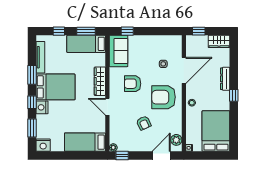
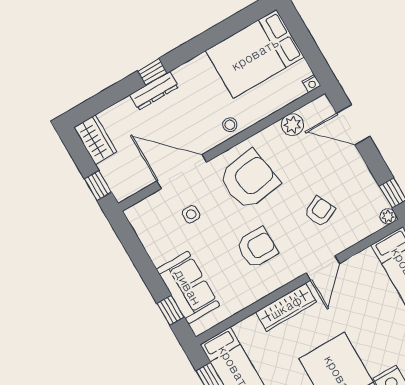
sofa: (119, 51) -> (188, 287), moved, turned 90
armchair: (133, 84) -> (257, 248), turned -90
window: (234, 95) -> (152, 72), moved
armchair: (164, 97) -> (249, 180), turned -99
armchair: (144, 123) -> (320, 211), moved
plant: (176, 140) -> (292, 125), moved

